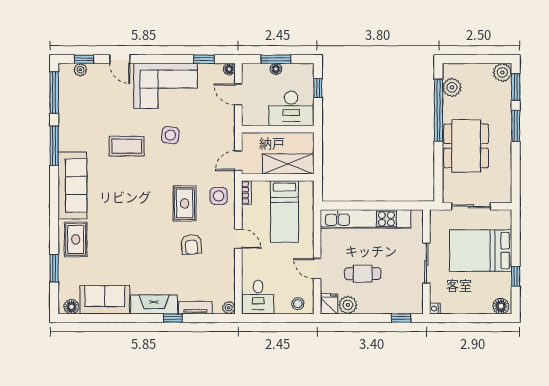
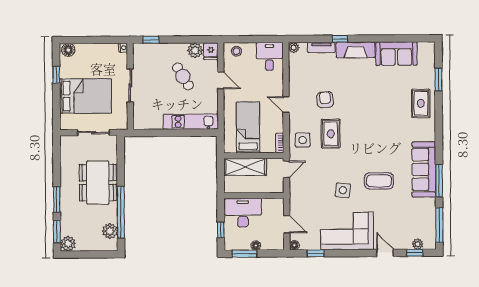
window: (276, 59) -> (245, 254), moved
sofa: (72, 185) -> (424, 169), moved
kitchen unit: (366, 219) -> (191, 122), width x0.73
cafe table: (363, 274) -> (183, 76), turned 59
floor lamp: (71, 307) -> (424, 48), removed

